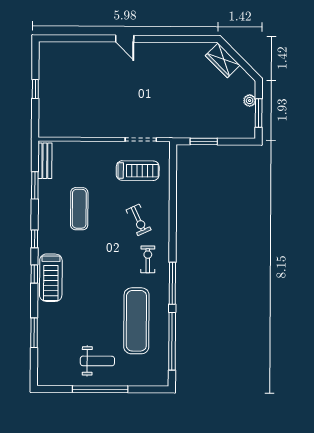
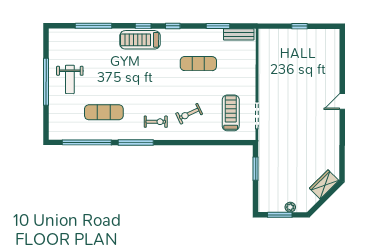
treadmill: (138, 171) -> (231, 113), turned 180
exercise mat: (136, 321) -> (104, 112), width x0.73, depth x0.69
window: (34, 333) -> (94, 26), width x1.44

